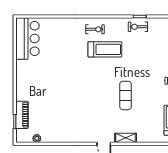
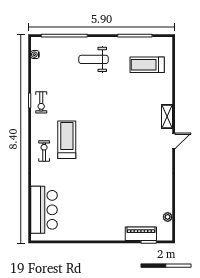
bar counter: (27, 38) -> (44, 210), moved, turned 90
exercise mat: (125, 95) -> (119, 117), removed

